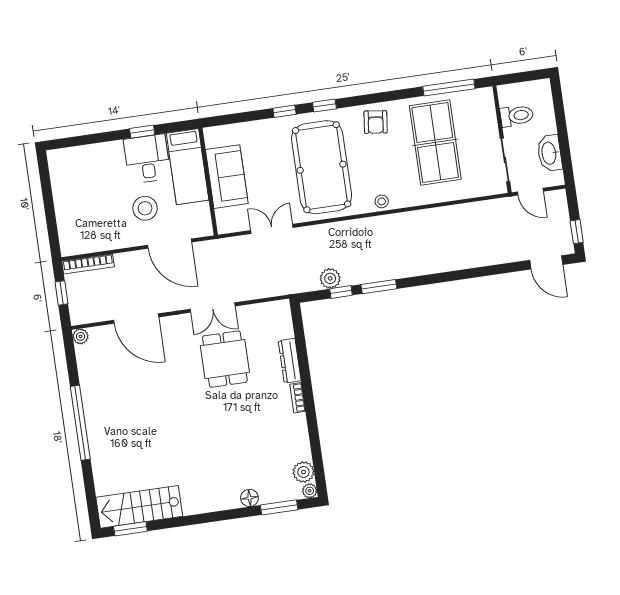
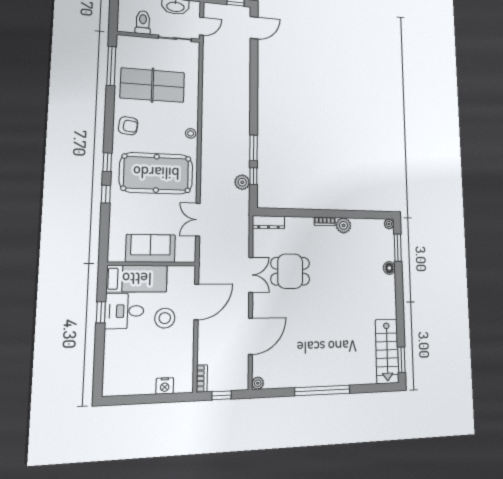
nightstand: (66, 222) -> (165, 386), added
bookcase: (88, 264) -> (202, 378), width x0.64
dresser: (290, 361) -> (269, 222), moved
plant: (303, 472) -> (344, 225), moved

